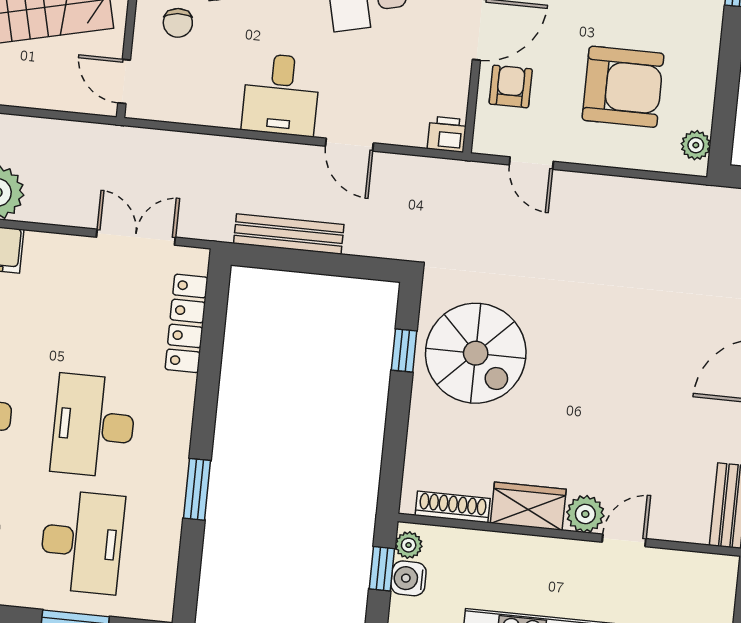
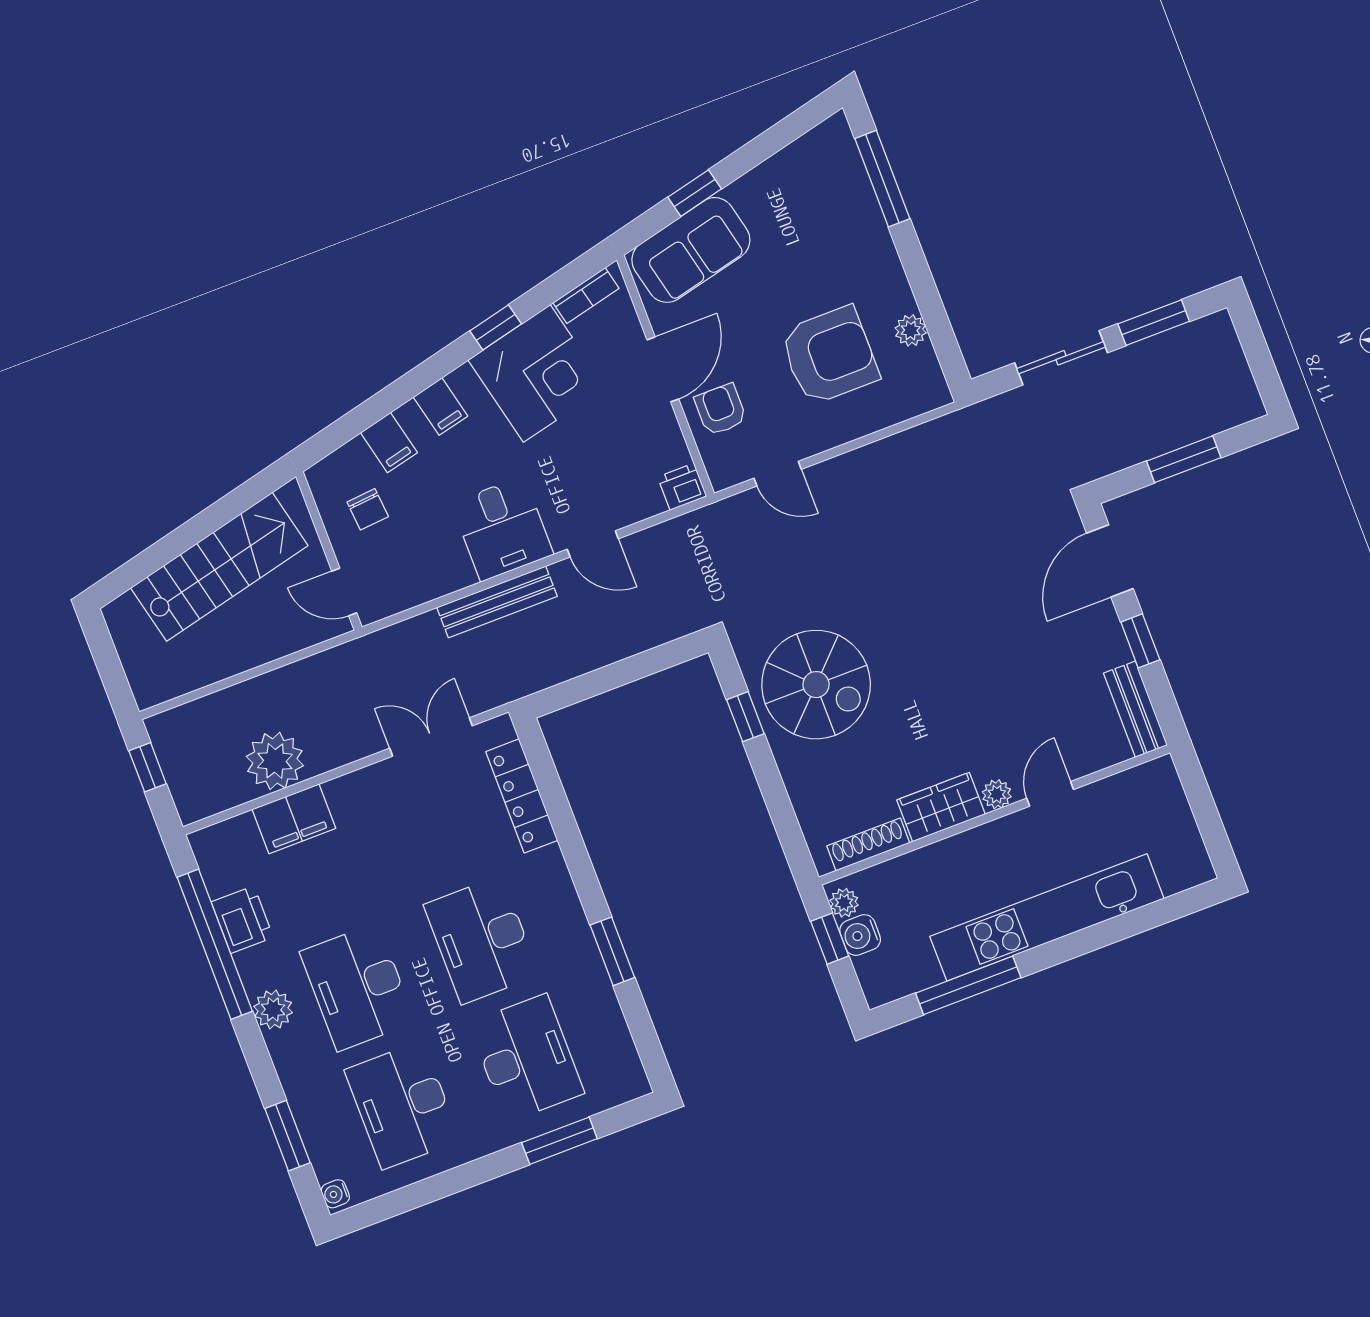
plant: (696, 145) -> (911, 330), moved
bench: (289, 234) -> (497, 602), moved
plant: (585, 514) -> (997, 794), width x0.73, depth x0.73

